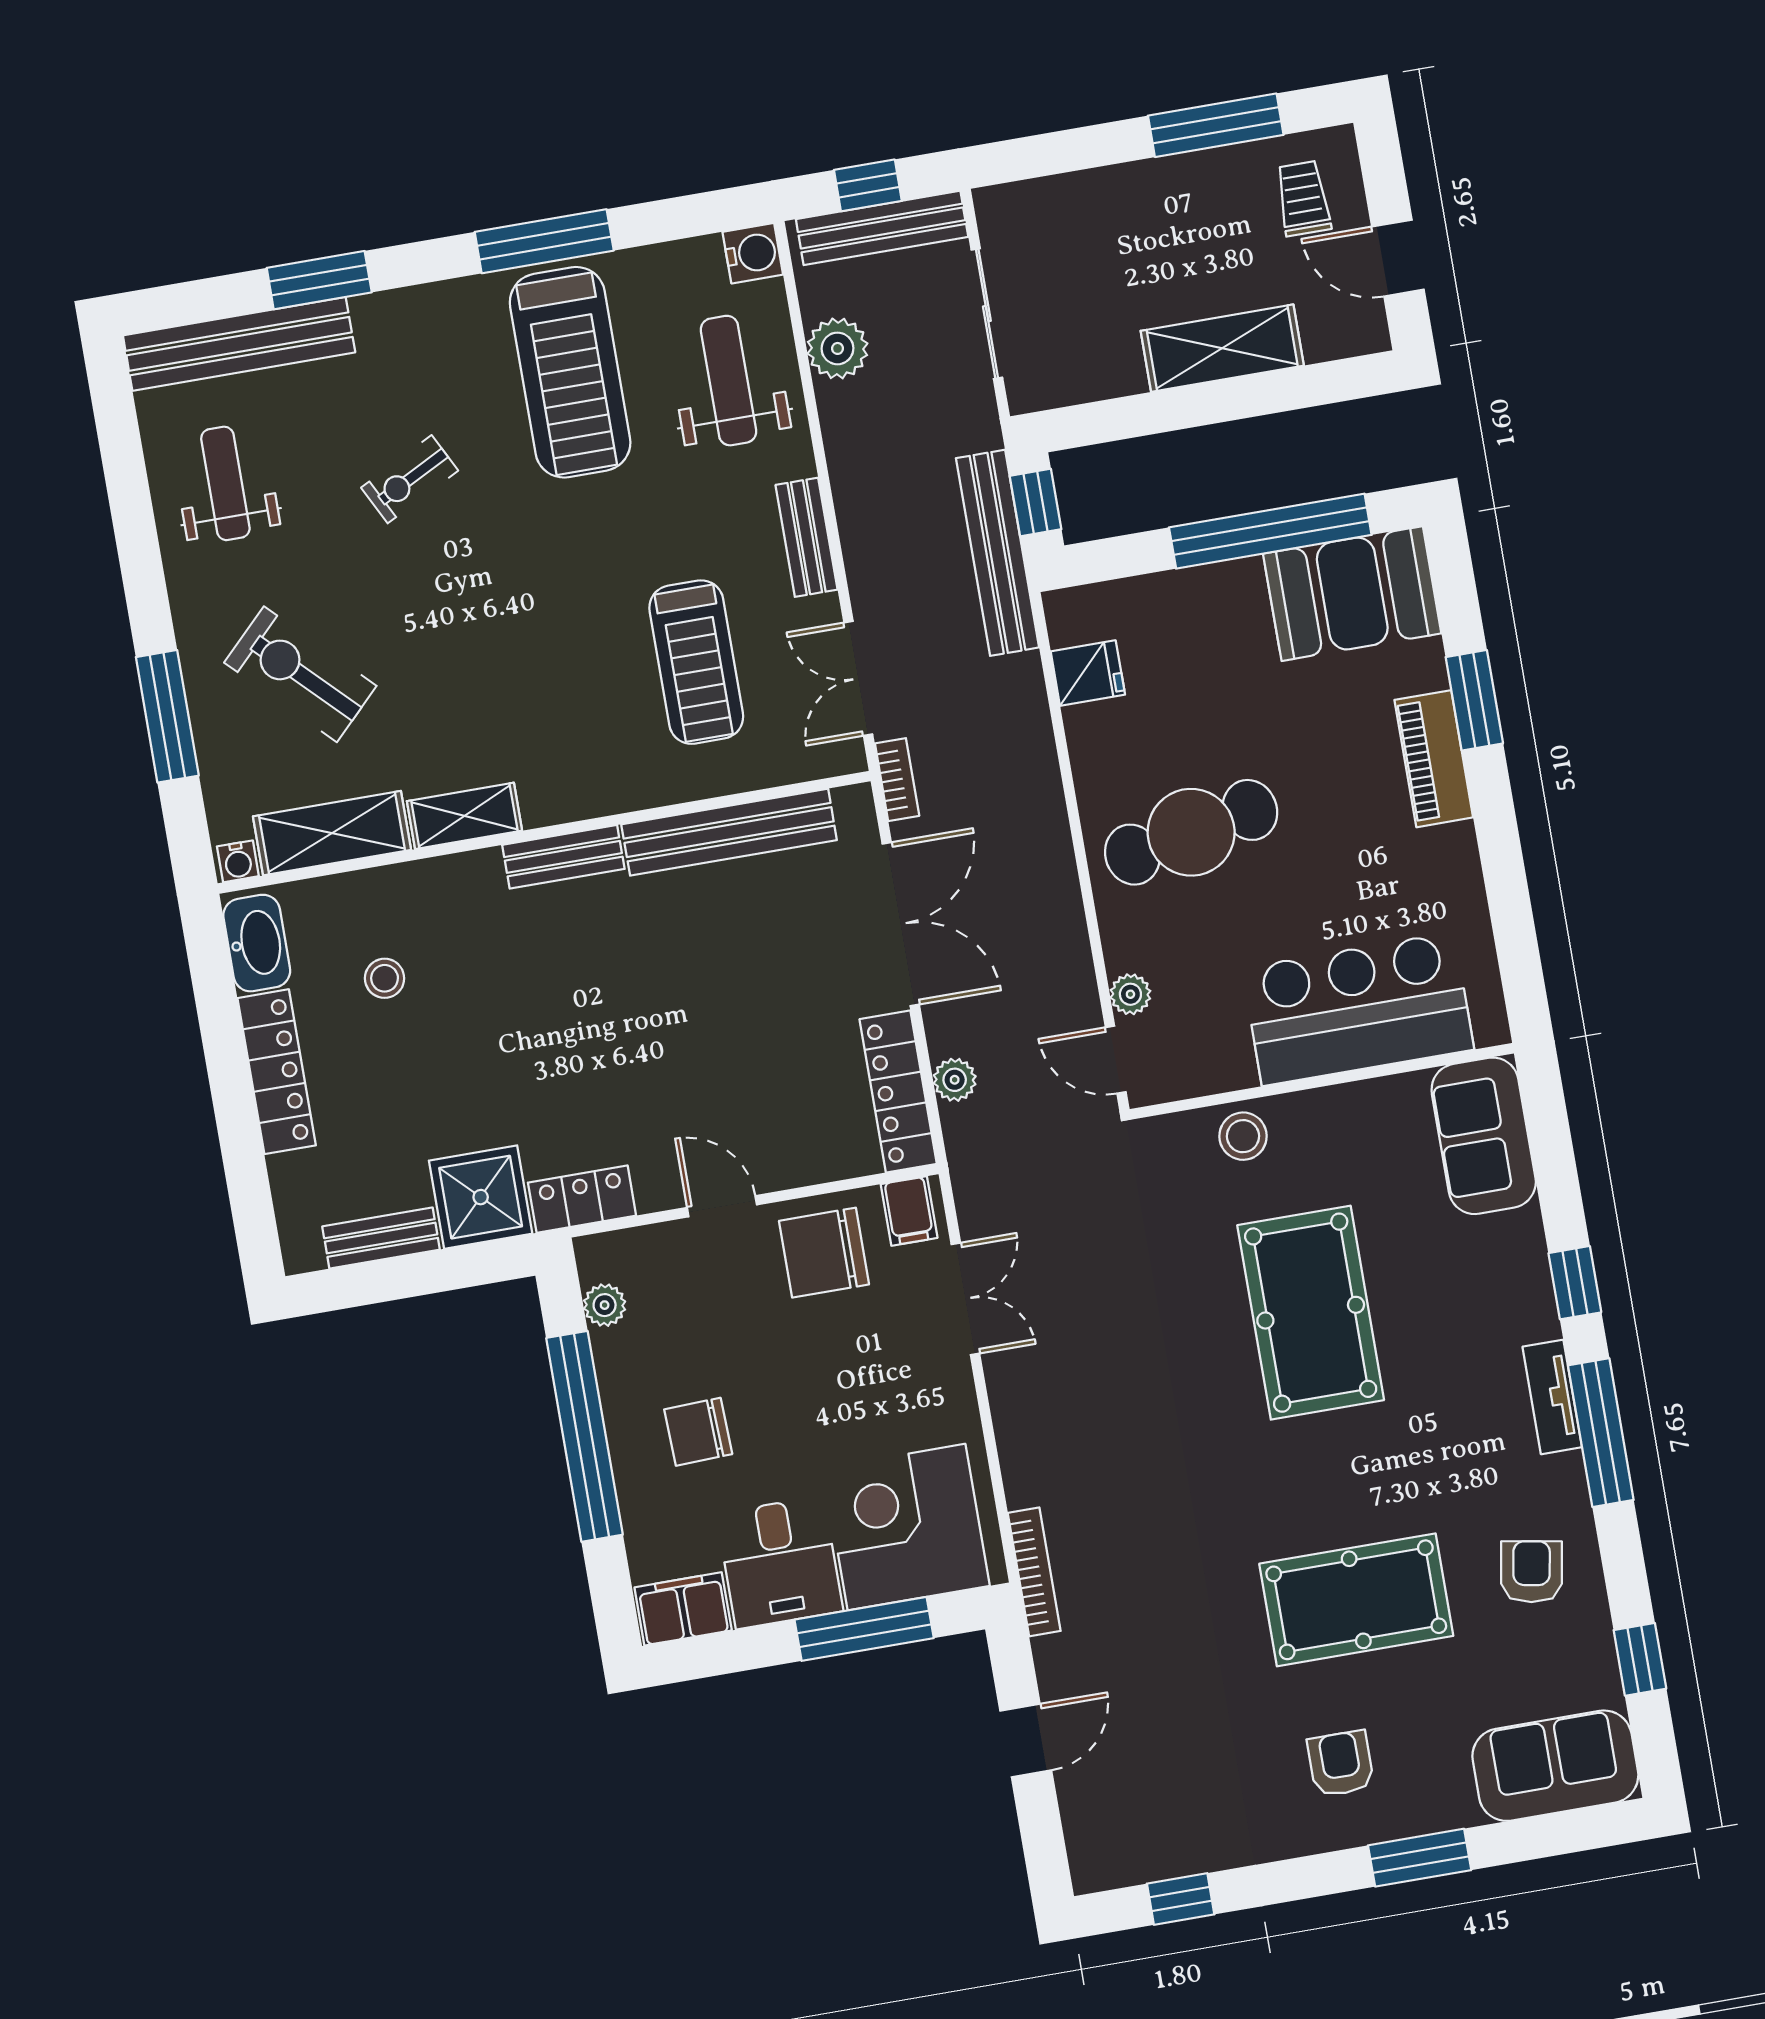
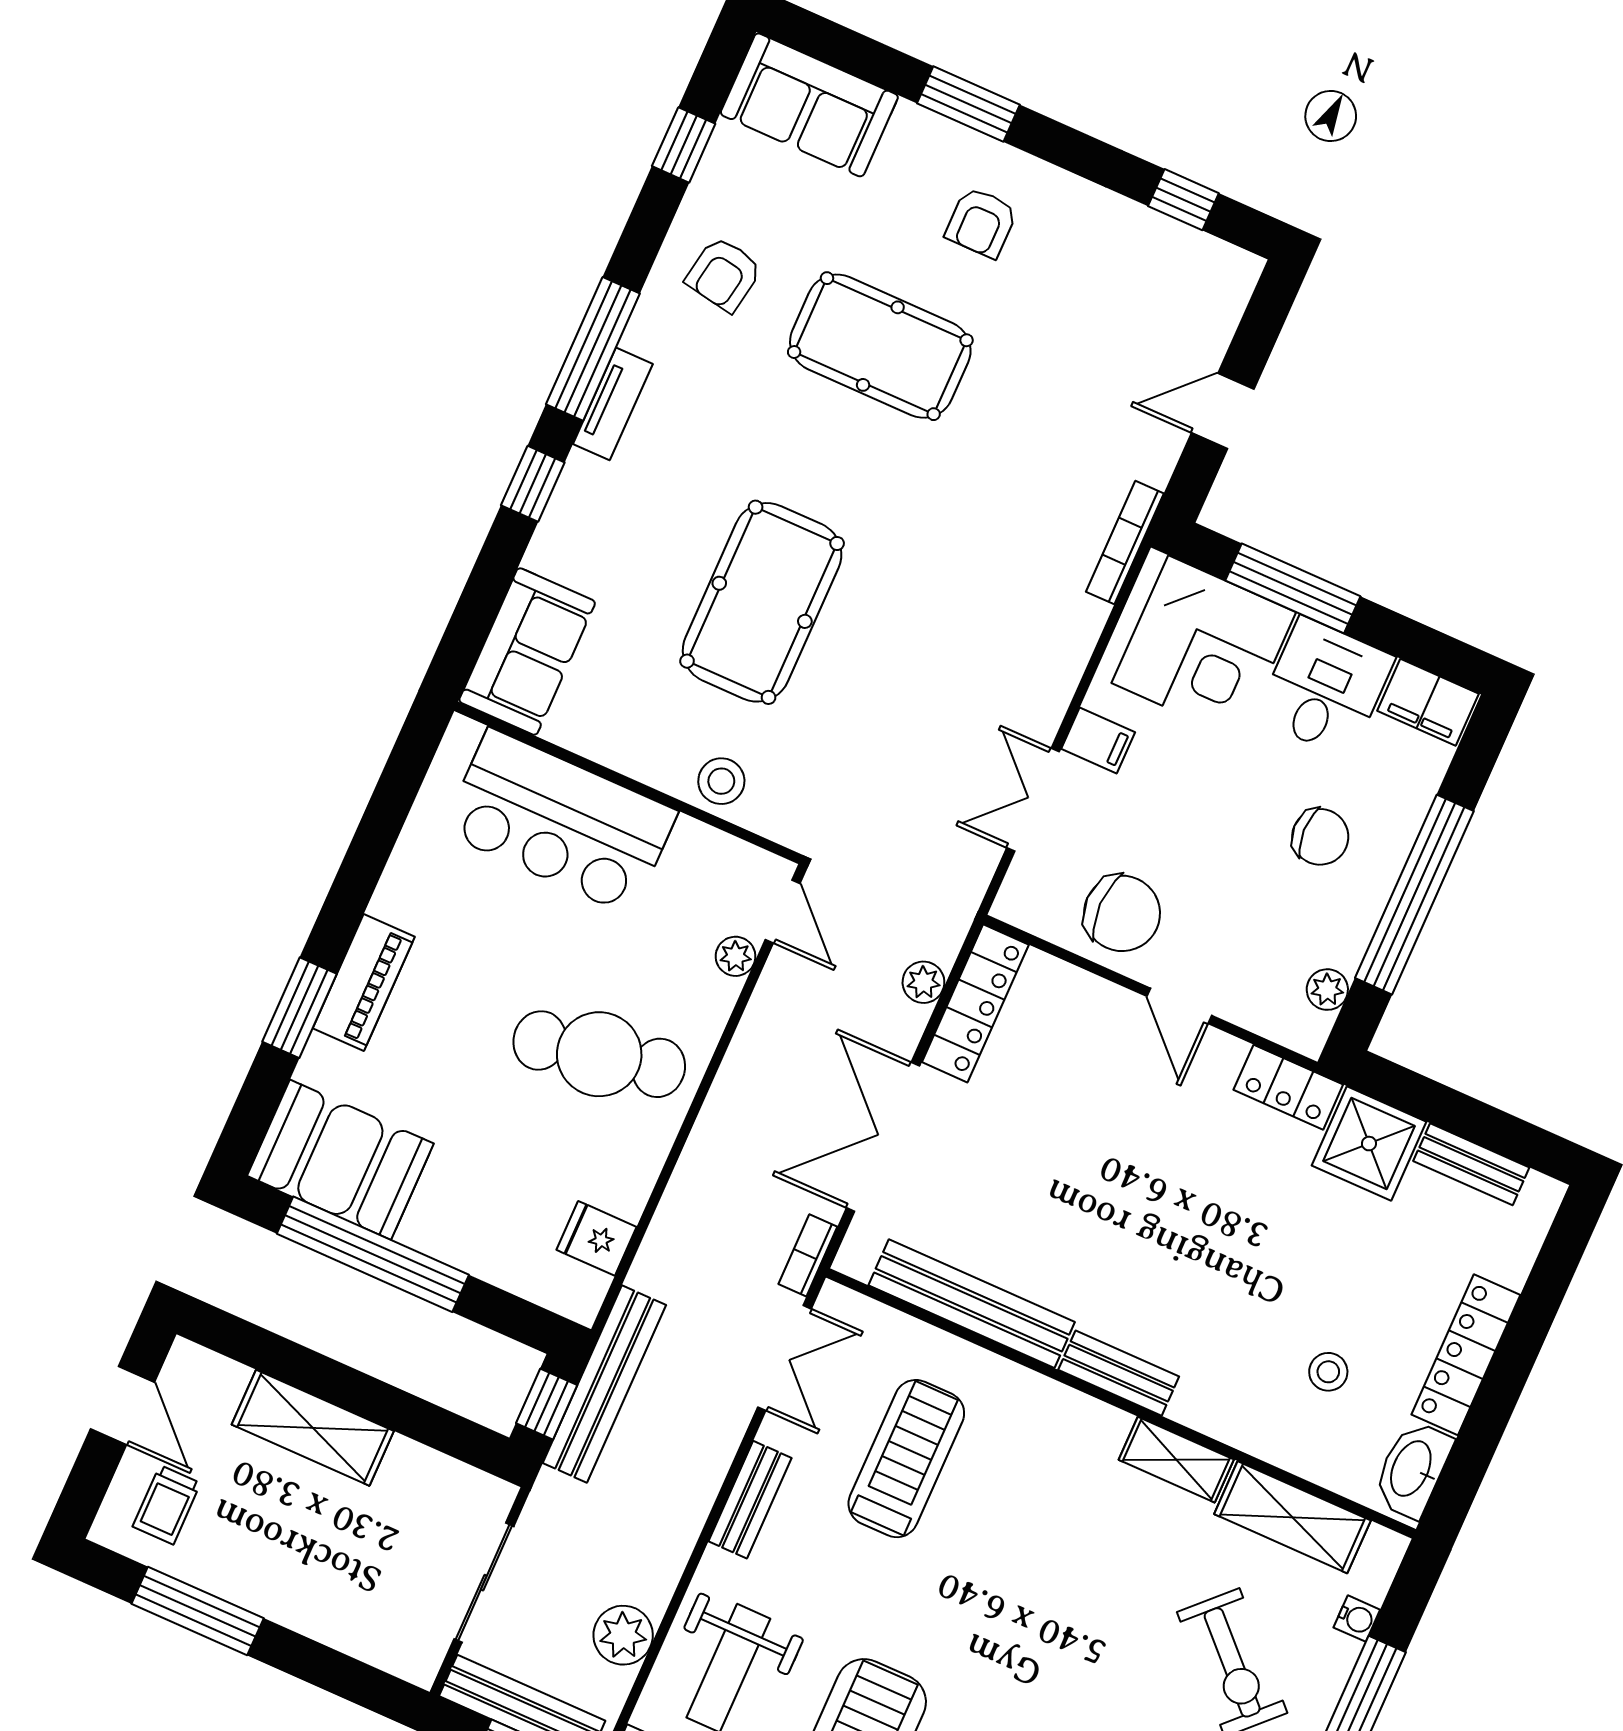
water cooler: (238, 861) -> (1357, 1619), moved, turned 90
filing cabinet: (909, 1211) -> (1098, 740), moved, turned 90

